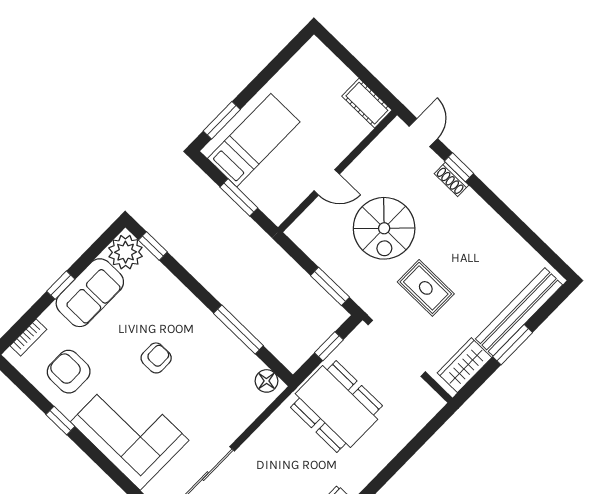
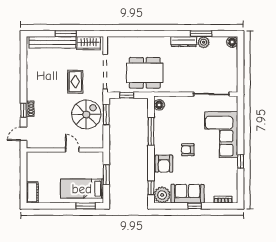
cot: (367, 103) -> (32, 192), moved
spiral stairs: (384, 228) -> (86, 114), moved
armchair: (69, 372) -> (164, 164), moved
dining table: (336, 407) -> (145, 73), turned 90

